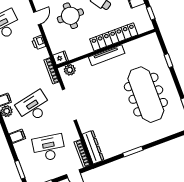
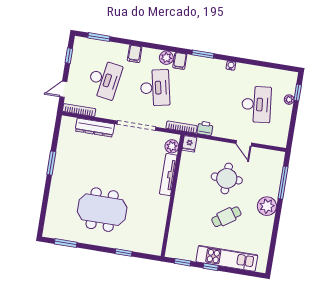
locker: (114, 37) -> (180, 211), removed
printer: (39, 43) -> (205, 128), moved
tv unit: (107, 55) -> (168, 175), moved
meeting table: (146, 95) -> (102, 210), width x0.73
dresser: (93, 147) -> (95, 128), moved

